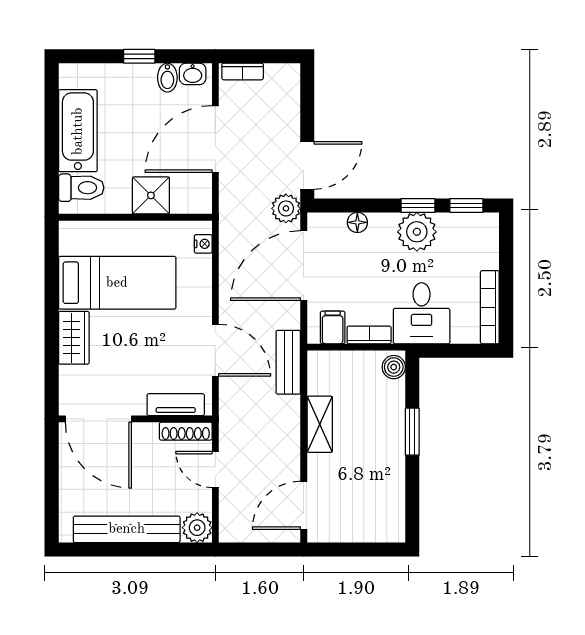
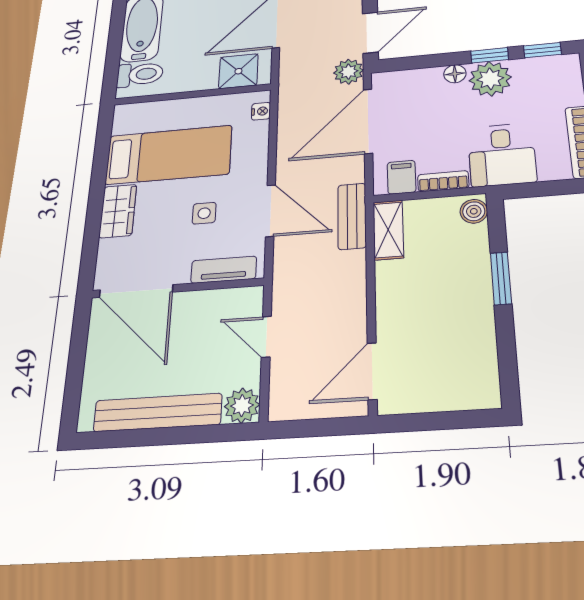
shower: (151, 195) -> (238, 71), moved
floor lamp: (357, 222) -> (455, 74), moved
side table: (155, 347) -> (204, 213), added
shelving: (320, 424) -> (388, 230), moved
shoe rack: (186, 431) -> (234, 297), removed

